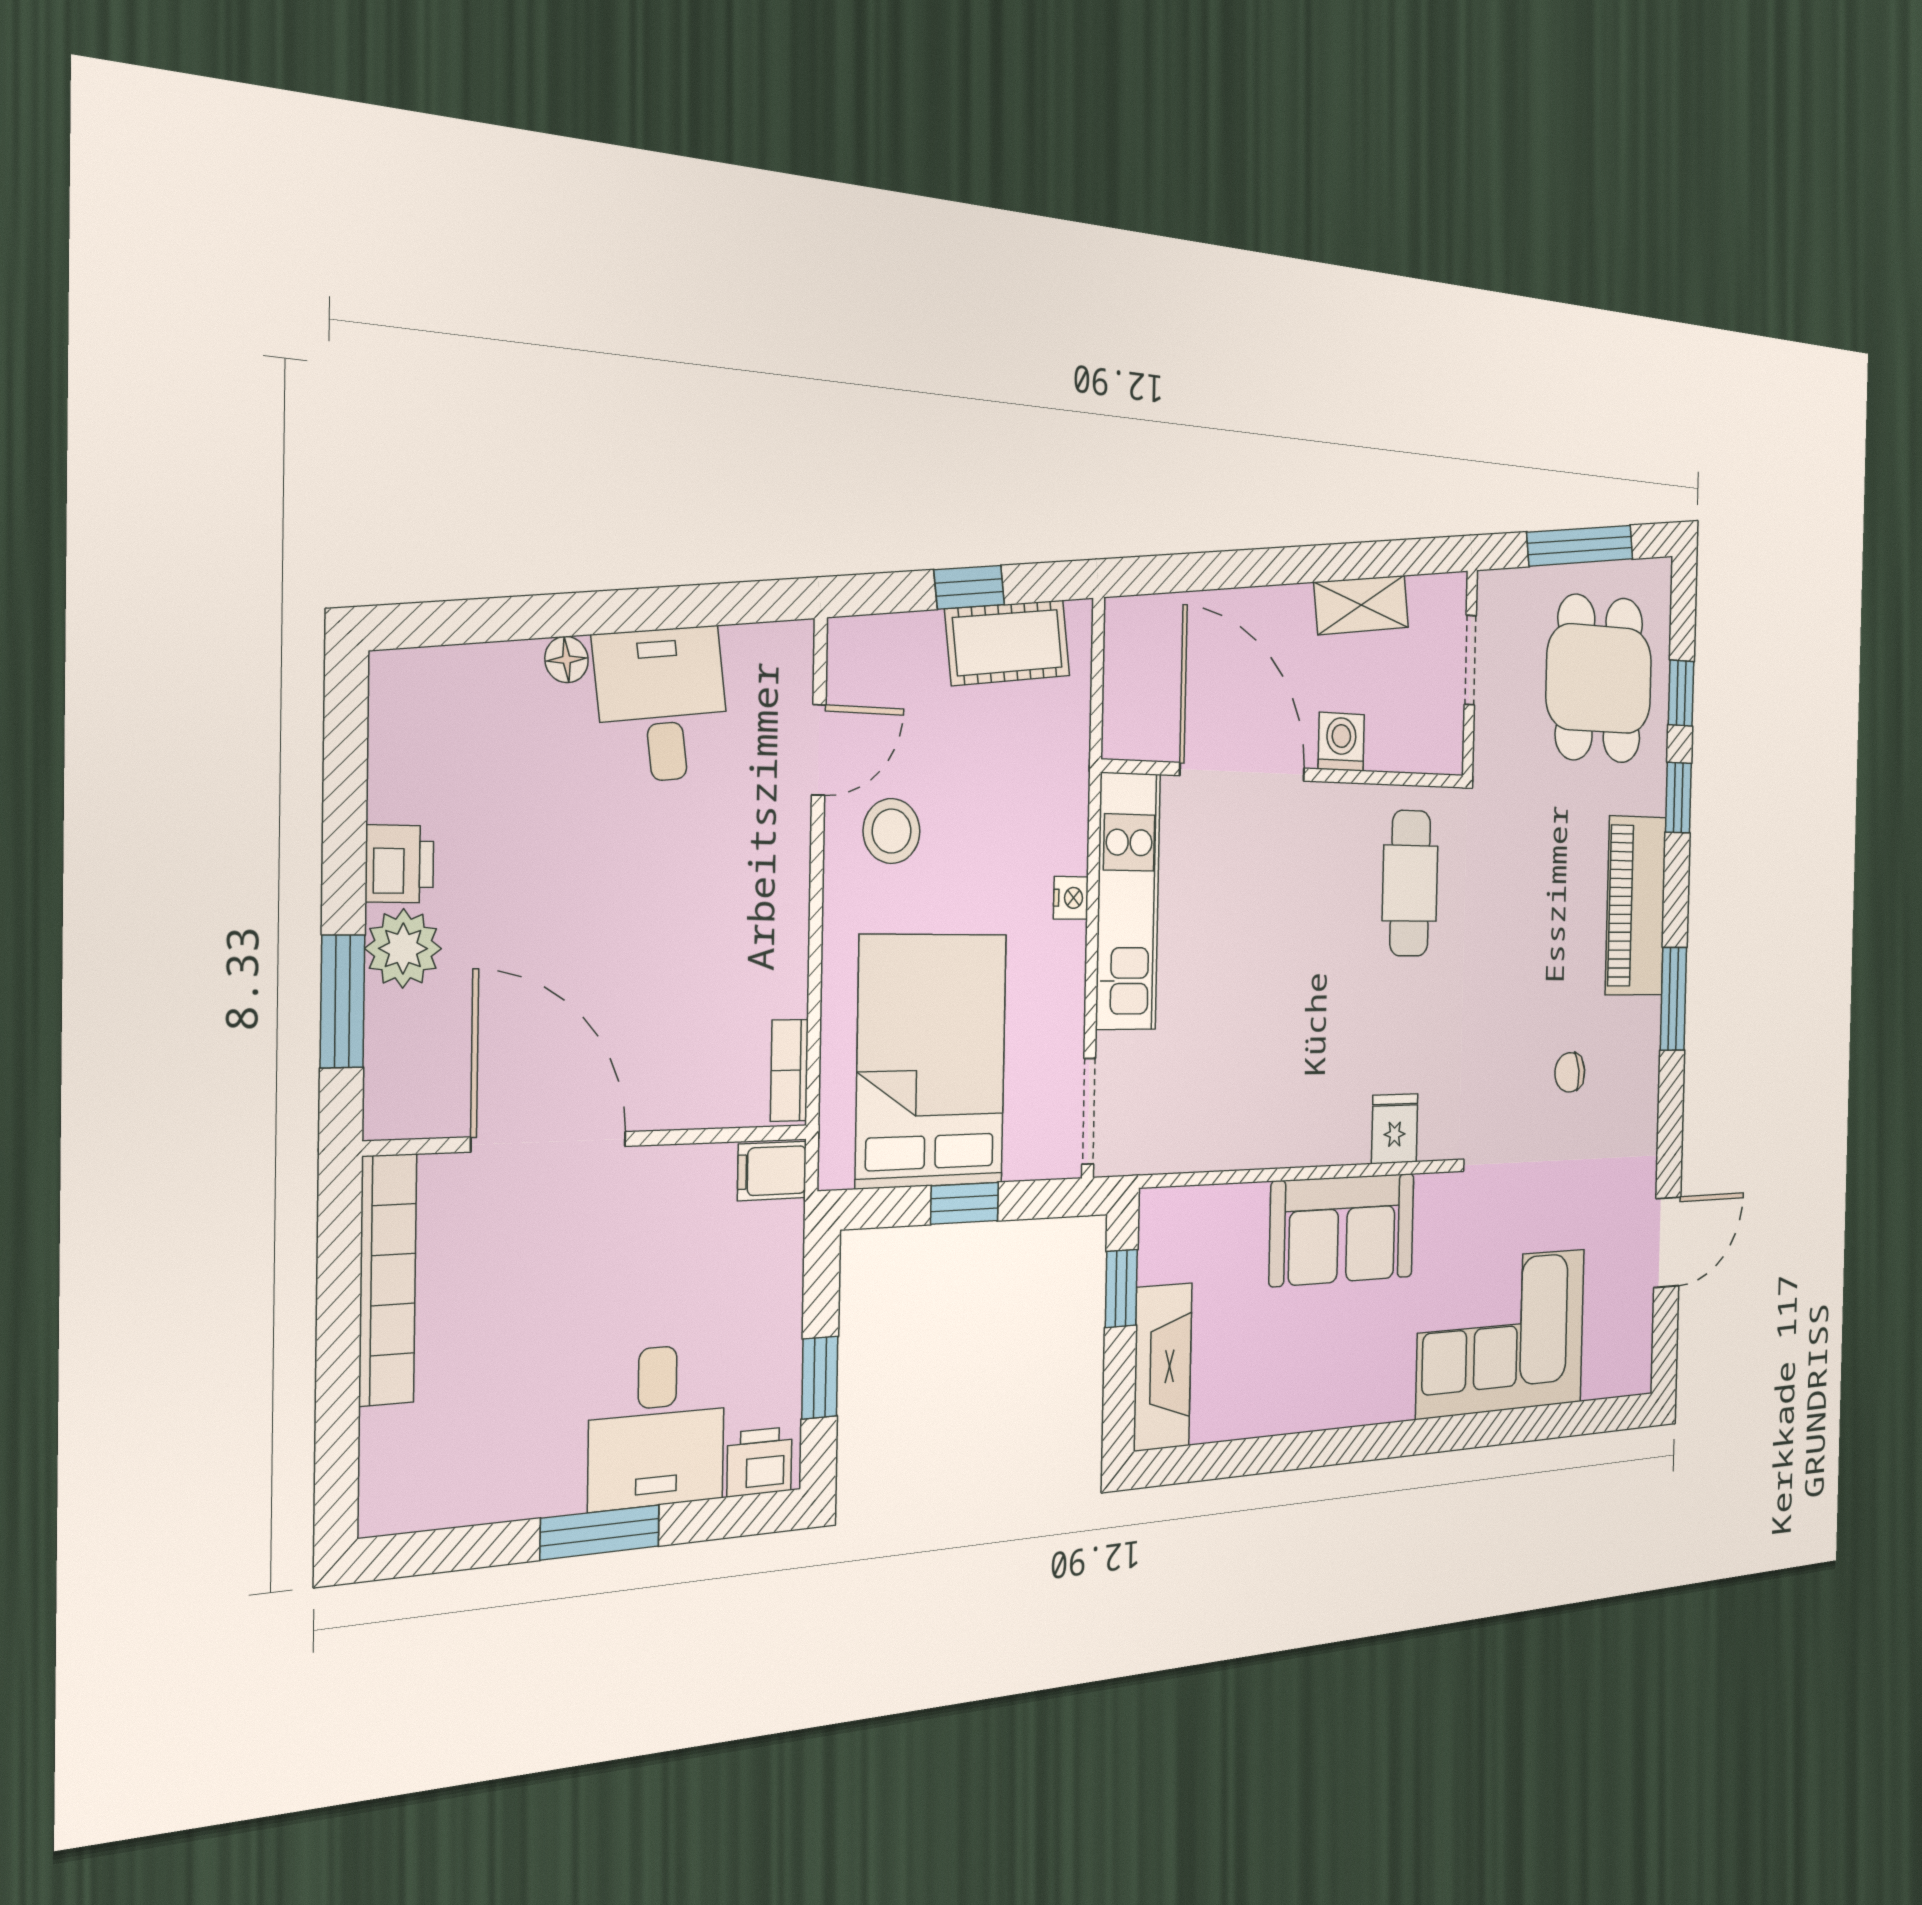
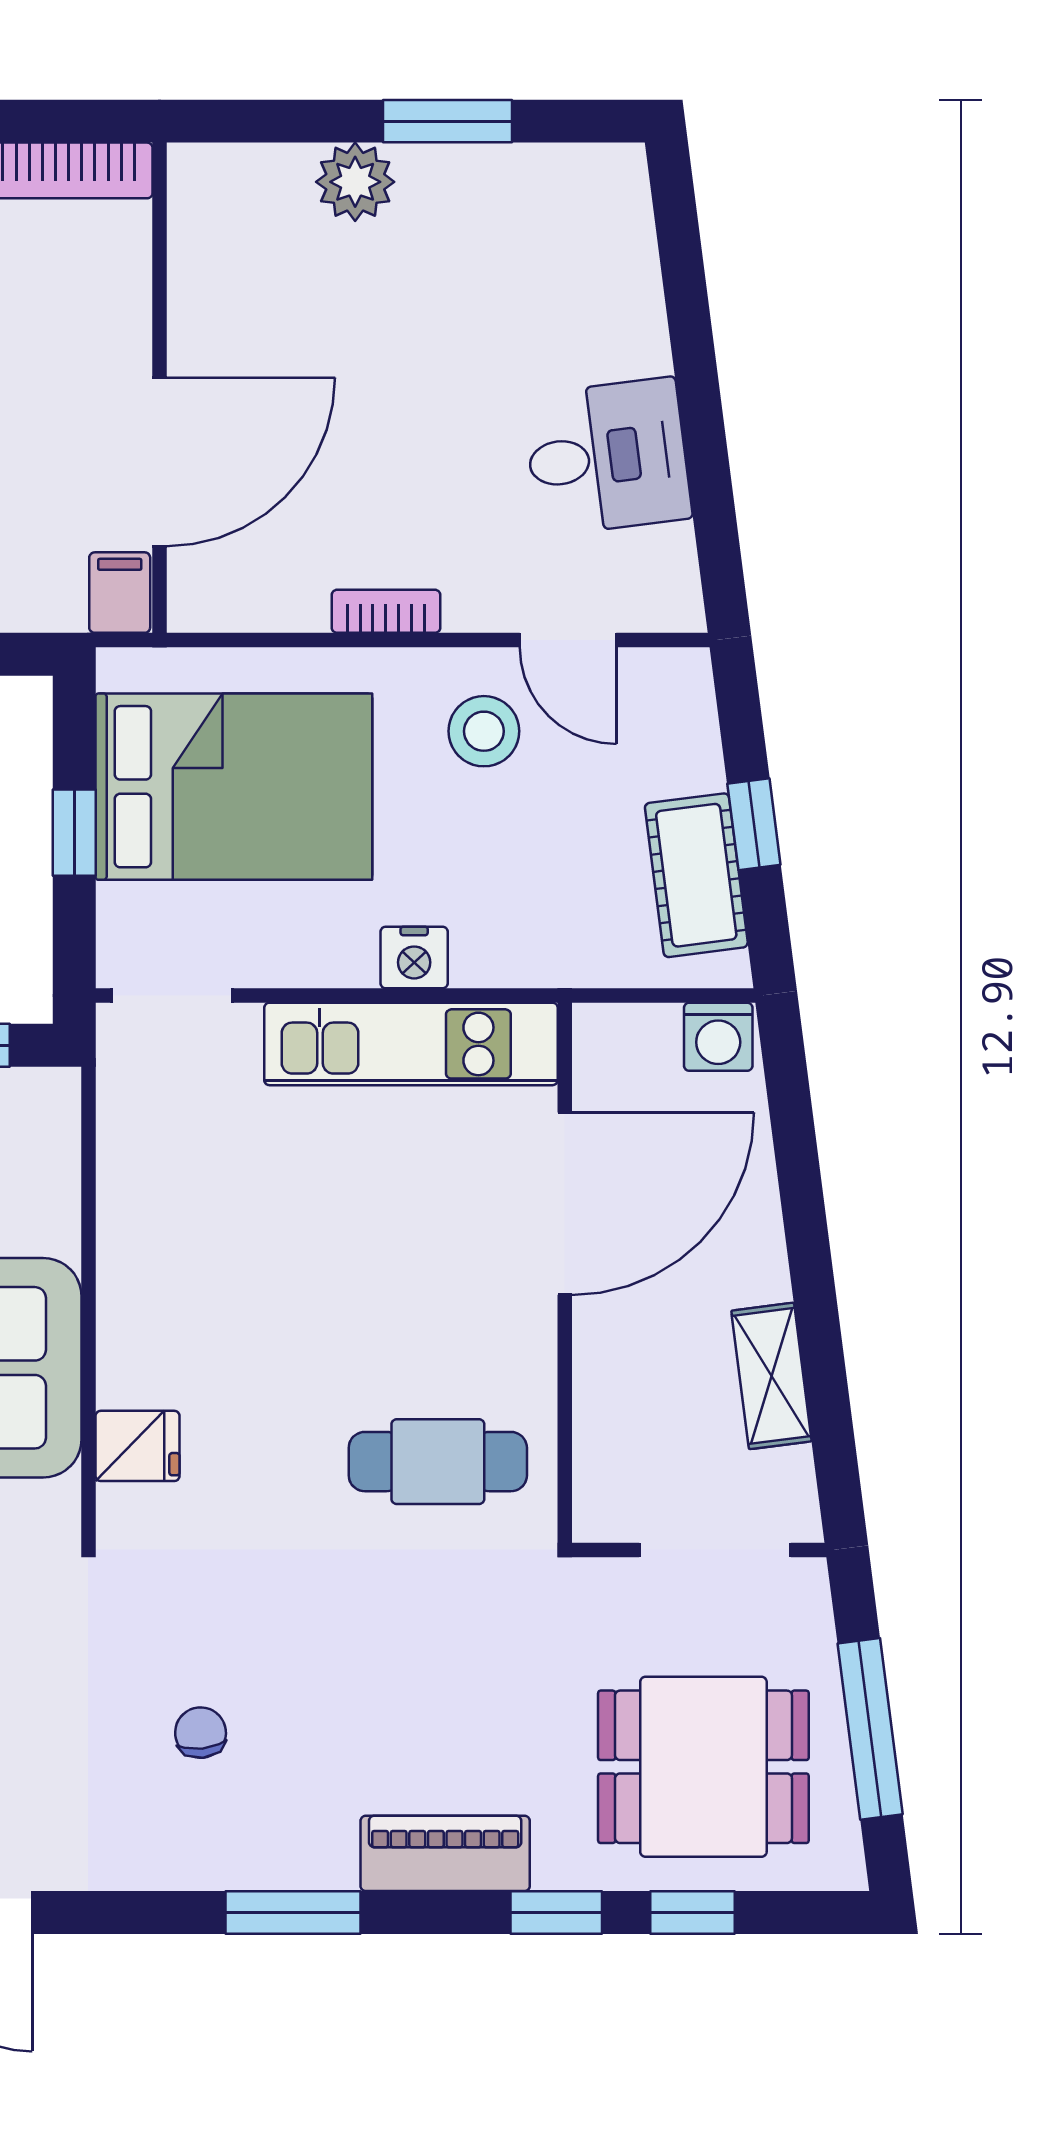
floor lamp: (567, 660) -> (648, 350), removed
doorway: (1470, 660) -> (715, 1550), width x1.38
washing machine: (1341, 742) -> (718, 1037), moved, turned 90
printer: (400, 864) -> (438, 177), removed
nightstand: (1071, 898) -> (414, 958), width x1.39, depth x1.35
piano: (1636, 906) -> (445, 1853), width x0.73, depth x0.75
window: (342, 1001) -> (448, 121), moved
bookcase: (789, 1070) -> (386, 611), moved
door: (549, 1142) -> (160, 462), moved

